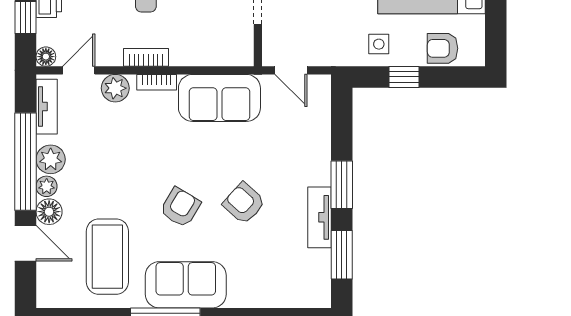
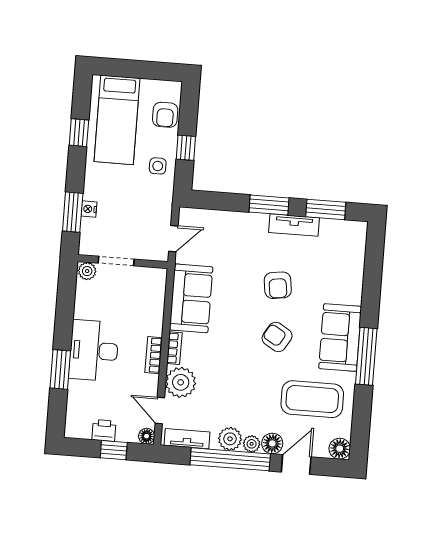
plant: (115, 88) -> (181, 382), width x1.36, depth x1.36
armchair: (244, 203) -> (278, 285), turned -50
floor lamp: (49, 295) -> (340, 449), added

